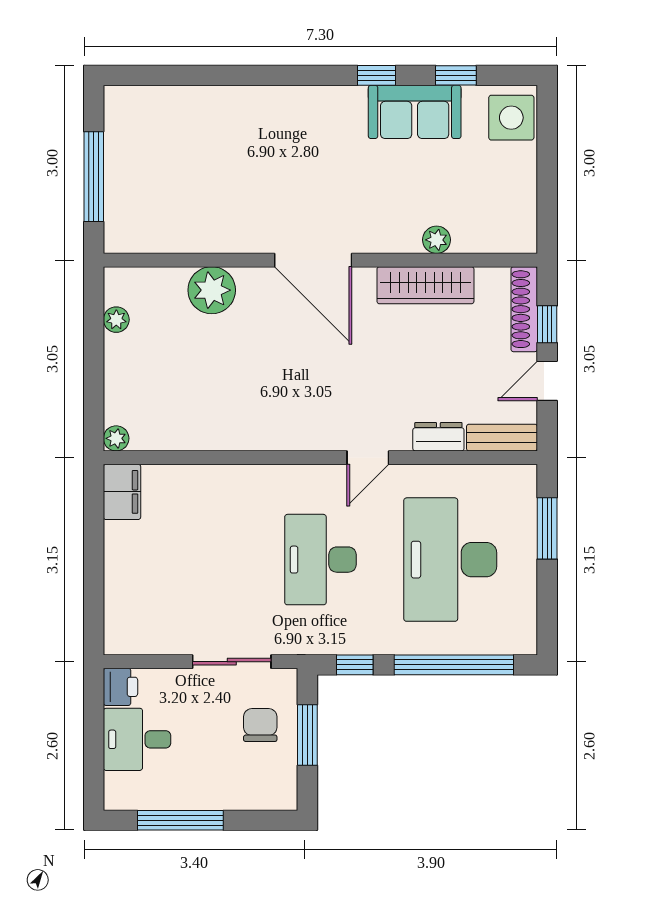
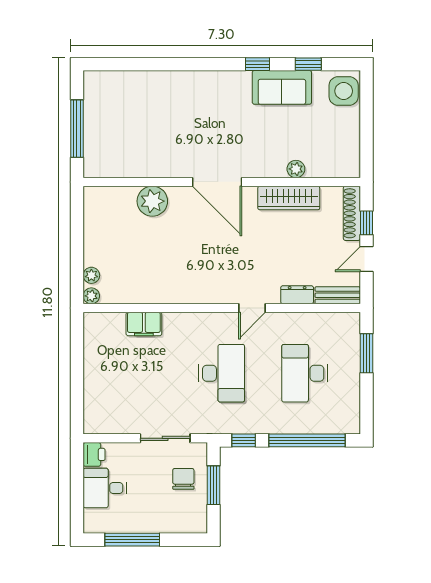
plant: (116, 320) -> (91, 275), moved
filing cabinet: (122, 492) -> (144, 324), moved, turned 90
desk: (320, 560) -> (222, 373), turned 180
desk: (450, 560) -> (305, 373), width x0.73, depth x0.77

